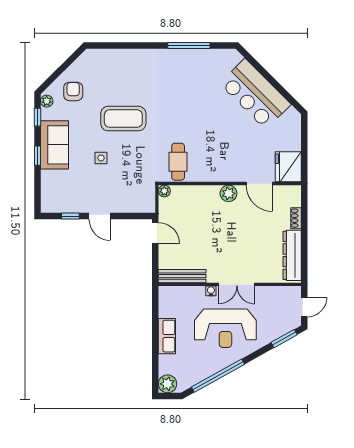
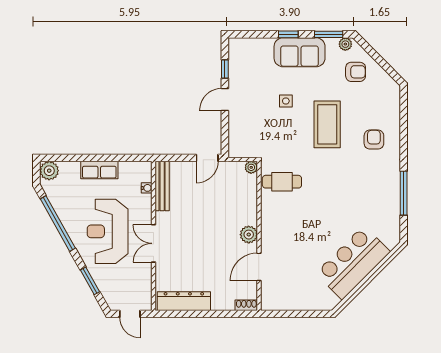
armchair: (138, 74) -> (374, 140), added
window: (37, 117) -> (329, 34), width x1.50
fridge: (288, 167) -> (277, 297), removed
shoe rack: (296, 218) -> (246, 305), moved
water cooler: (211, 291) -> (147, 188), moved
window: (284, 339) -> (90, 281), moved

